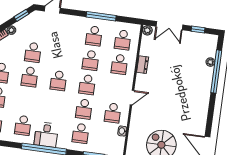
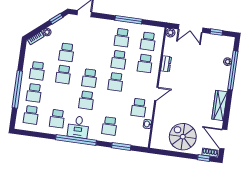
school desk: (84, 109) -> (86, 100), moved
wardrobe: (202, 110) -> (220, 105), added

